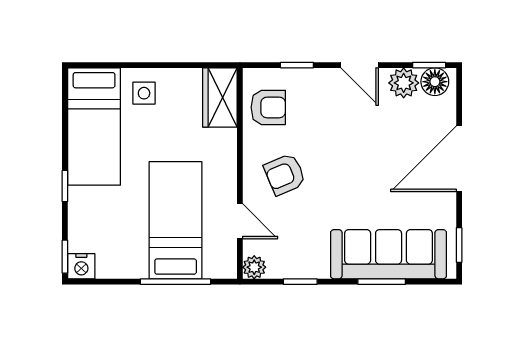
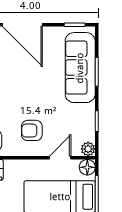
armchair: (285, 174) -> (32, 130), turned 113
floor lamp: (224, 266) -> (87, 167), added

